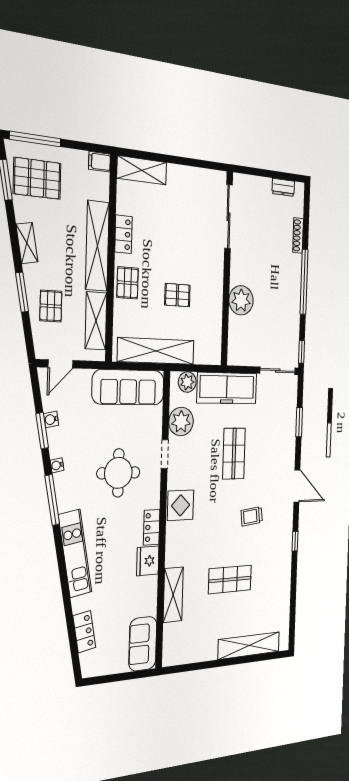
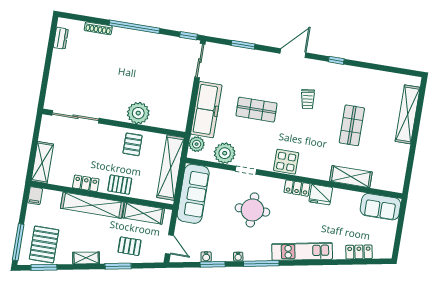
sliding door: (228, 217) -> (75, 117), moved
wall: (227, 269) -> (114, 123), moved
plant: (241, 300) -> (138, 113), moved

